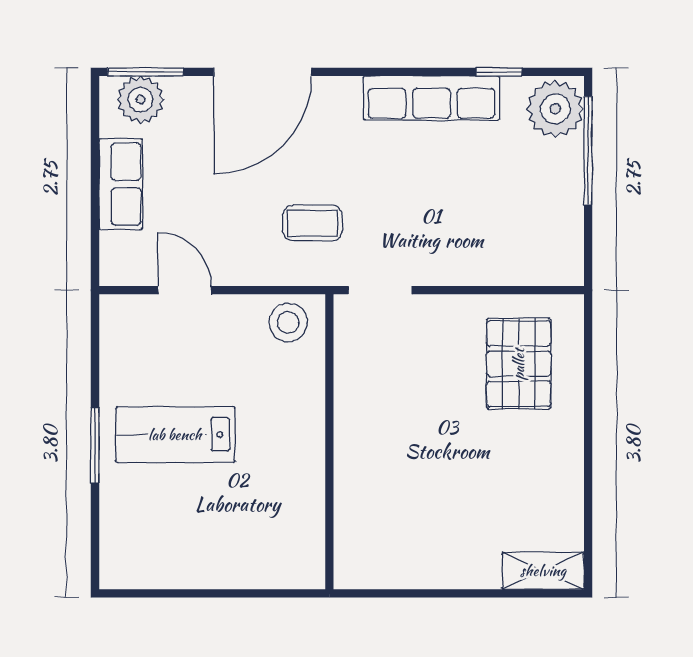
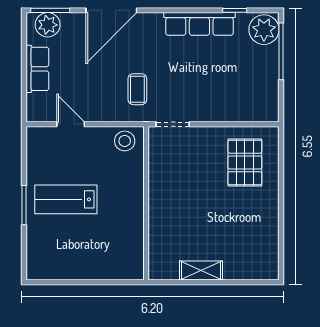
coffee table: (313, 223) -> (137, 89), turned 90
shelving: (543, 571) -> (201, 270), moved

